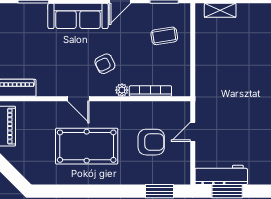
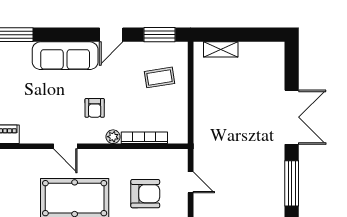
armchair: (105, 64) -> (95, 108), turned -64
door: (193, 132) -> (191, 182), swing flipped

